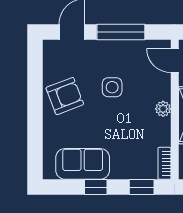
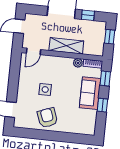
window: (121, 32) -> (14, 81), removed
plant: (163, 109) -> (78, 63), moved
sofa: (83, 164) -> (90, 93), moved

